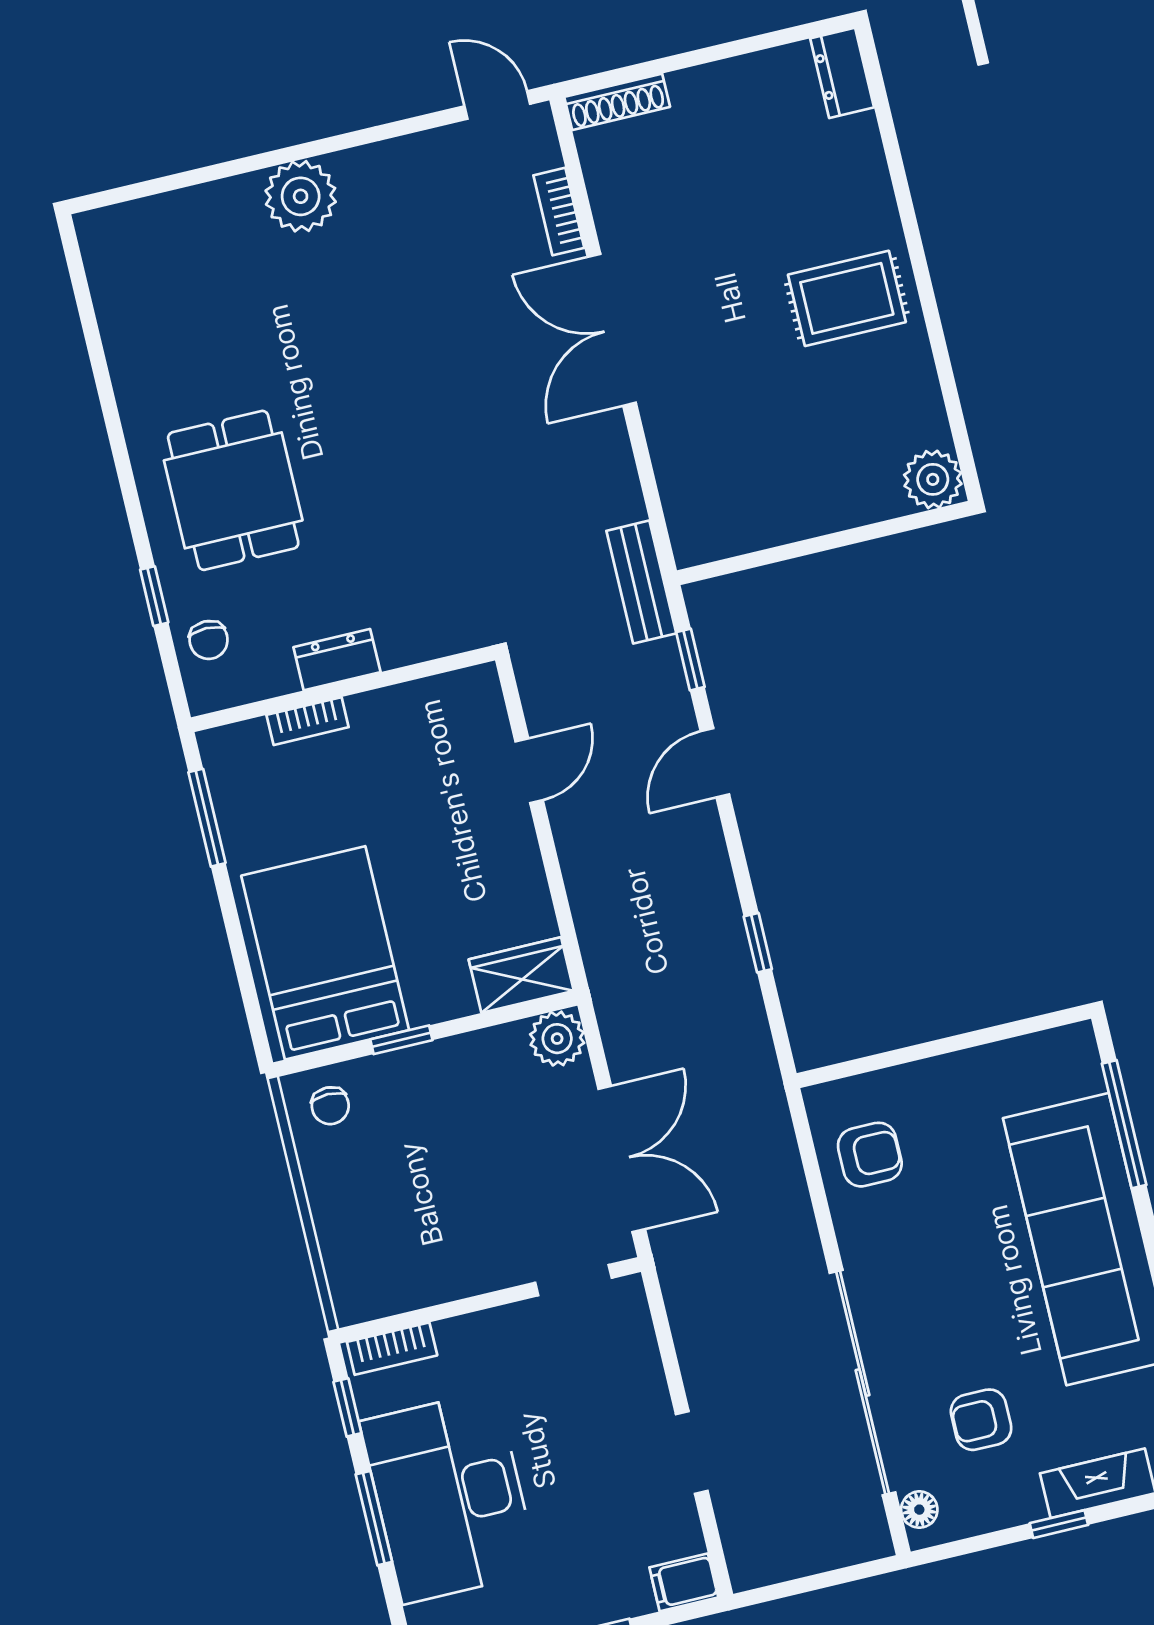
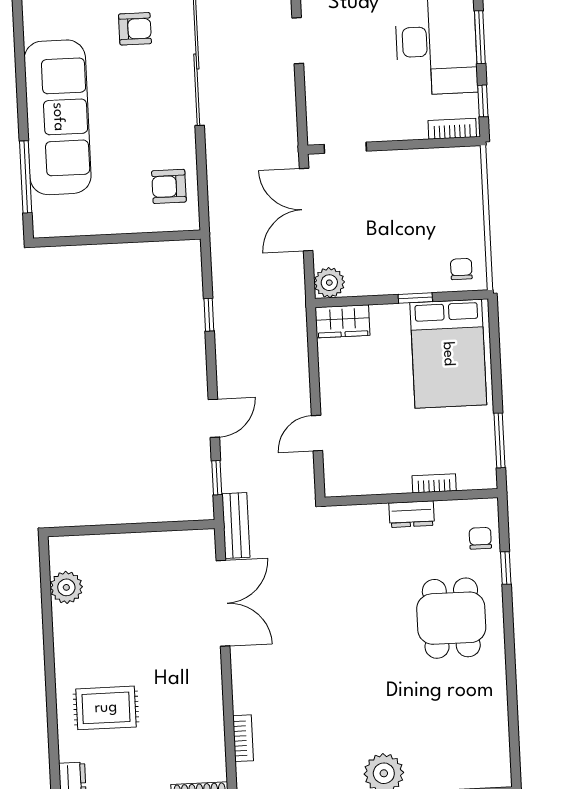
rug: (847, 298) -> (106, 708), moved
double door: (612, 330) -> (223, 603), moved
plant: (933, 479) -> (66, 587), moved

